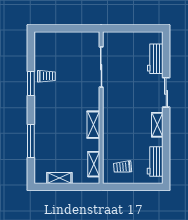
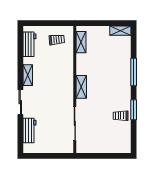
shelving: (93, 125) -> (81, 87), moved
window: (31, 141) -> (134, 72), moved
shelving: (59, 178) -> (120, 31), moved

